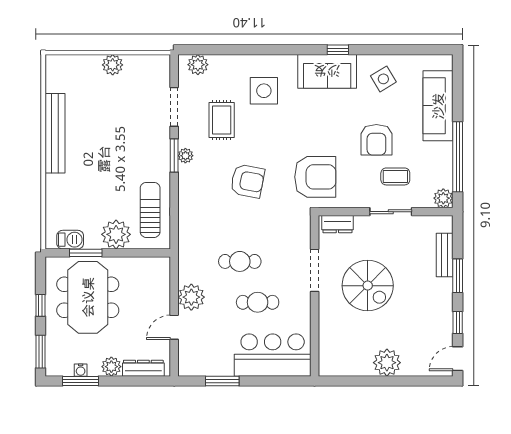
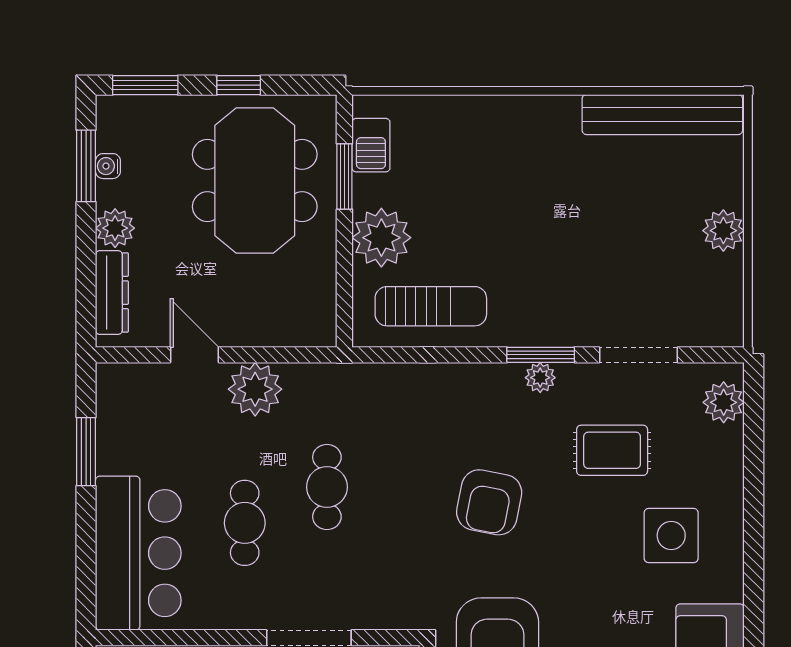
bench: (55, 133) -> (662, 115), moved
meeting table: (88, 297) -> (255, 180), turned 90

